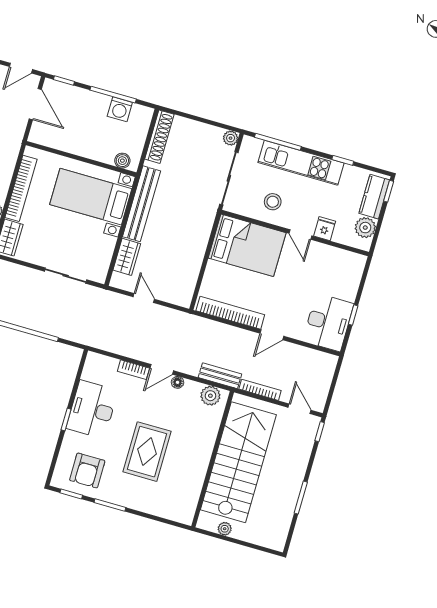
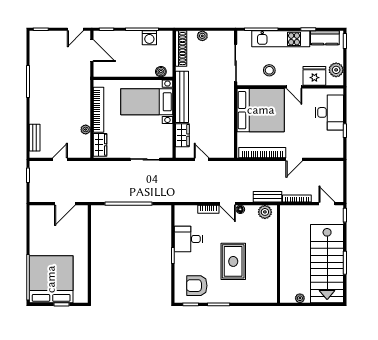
plant: (231, 138) -> (202, 36), moved
kitchen counter: (374, 197) -> (325, 38), moved, turned -90
fridge: (325, 229) -> (314, 76), width x1.88, depth x1.34
bed: (247, 245) -> (261, 110), width x1.36
desk: (328, 322) -> (330, 112), moved
door: (162, 369) -> (227, 204), hinge flipped
desk: (92, 409) -> (188, 239), width x0.73
stairs: (238, 462) -> (327, 264), moved, turned 180
armchair: (87, 470) -> (197, 286), turned 90

